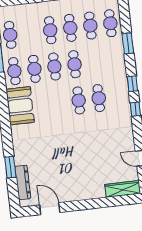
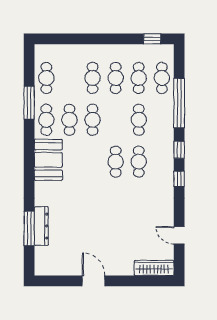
window: (128, 43) -> (179, 103), width x2.11
cafe table: (74, 64) -> (139, 120), moved
window: (10, 167) -> (29, 229), width x1.44
dresser: (23, 182) -> (41, 226), moved
door: (50, 209) -> (94, 281), moved

